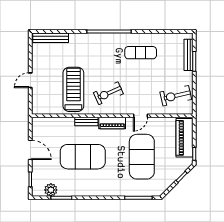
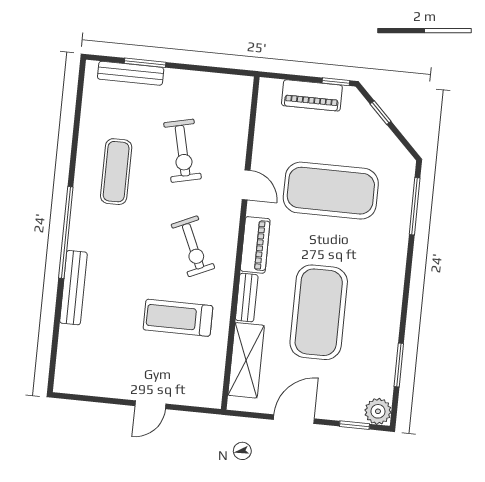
bench: (51, 38) -> (73, 288), moved
door: (30, 80) -> (150, 405), hinge flipped
treadmill: (73, 89) -> (178, 318), width x0.73, depth x0.73
exercise bike: (176, 96) -> (183, 151), moved
shelving: (56, 124) -> (246, 360), added
piano: (185, 138) -> (312, 95), width x0.73, depth x0.75
plant: (51, 190) -> (378, 411), moved

